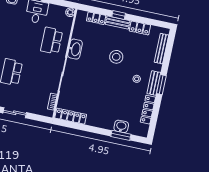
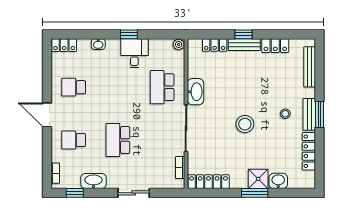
stool: (116, 57) -> (245, 124), moved
shower: (107, 122) -> (258, 179), added
window: (121, 135) -> (255, 193), moved

